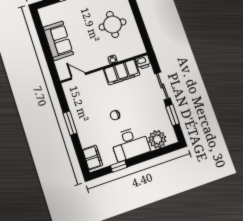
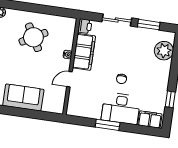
round table: (113, 25) -> (33, 37), turned -33
door: (78, 76) -> (70, 79), moved
desk: (130, 144) -> (121, 108), moved, turned 90

